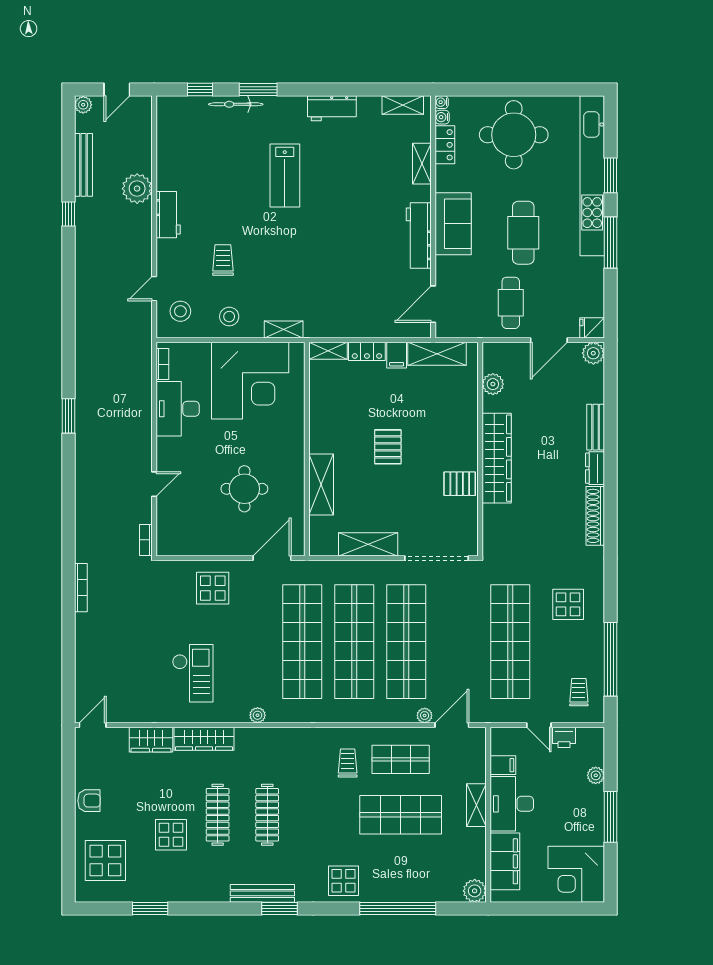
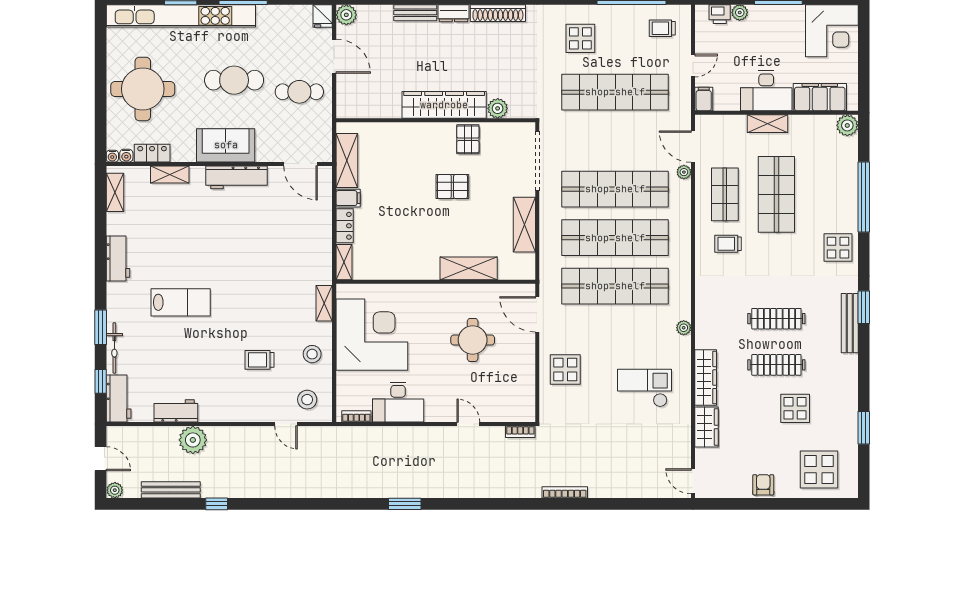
workbench: (182, 109) -> (119, 398), added
workbench: (168, 215) -> (176, 411), moved
plant: (493, 384) -> (498, 108), moved
pallet: (388, 447) -> (452, 187), moved
printer: (564, 737) -> (720, 14), moved, turned 90
filing cabinet: (503, 765) -> (704, 99), moved

